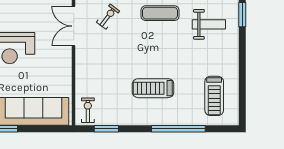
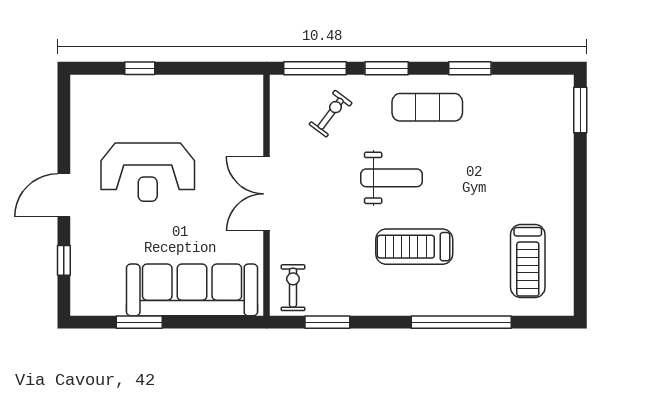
weight bench: (209, 24) -> (391, 178), moved
double door: (74, 26) -> (267, 194), moved

